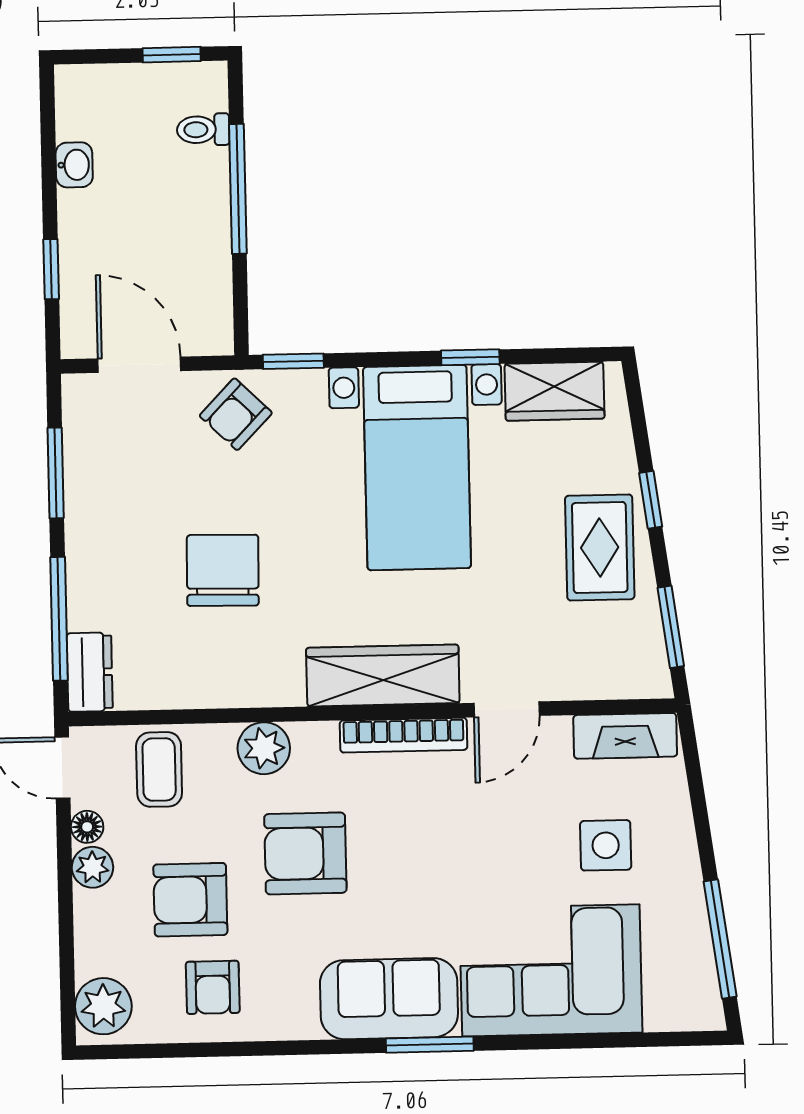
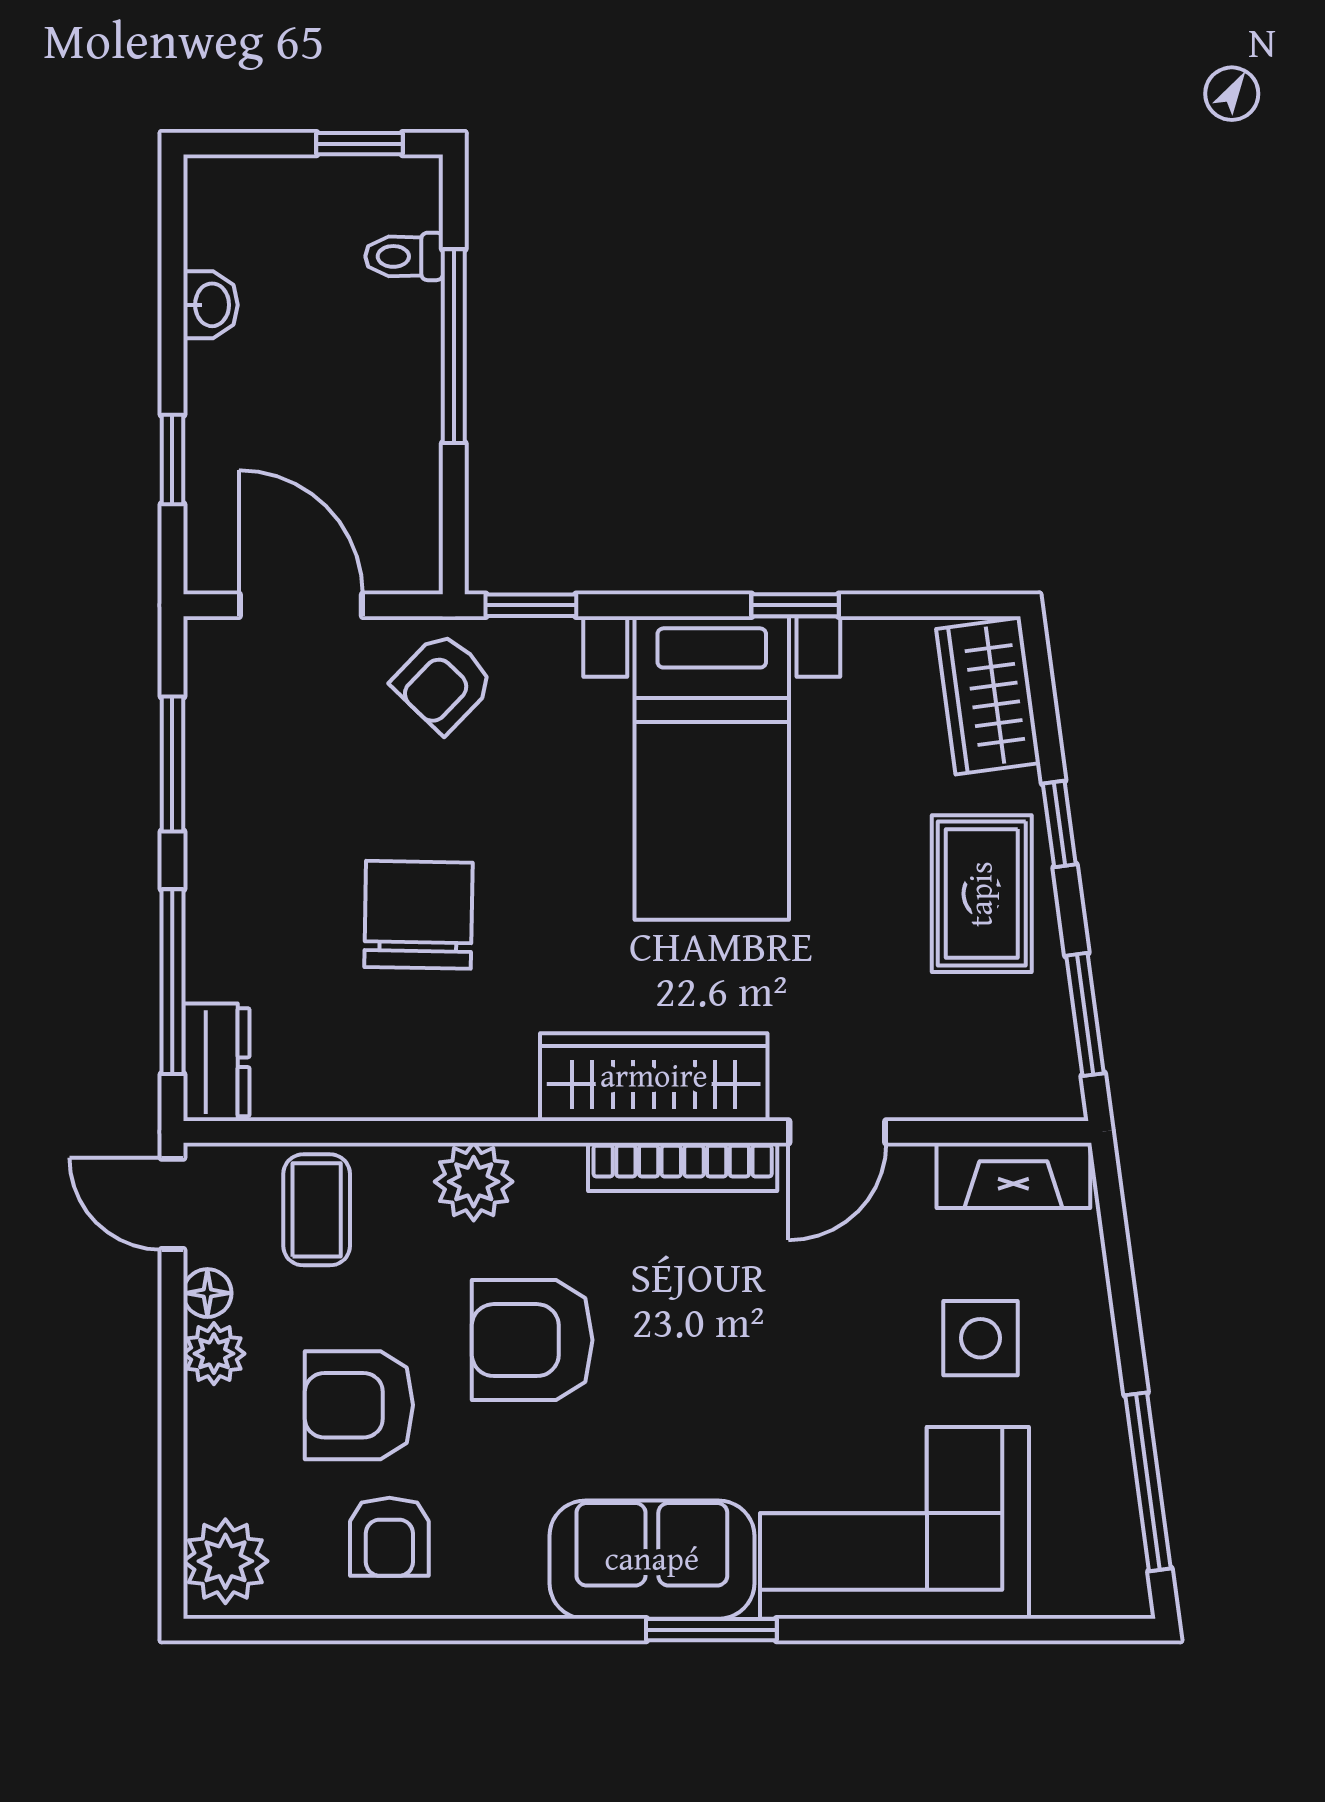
wardrobe: (554, 391) -> (988, 696), moved, turned 82

